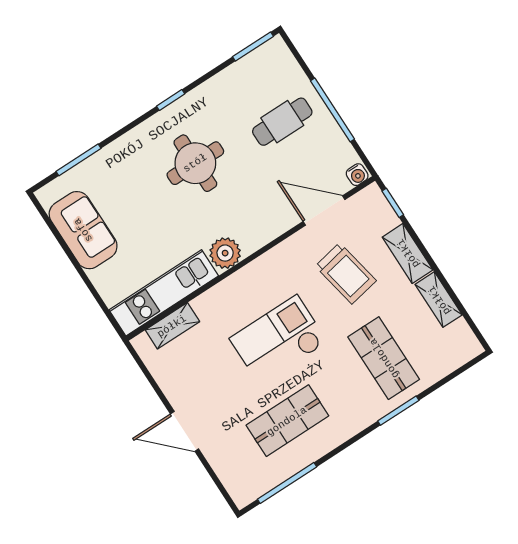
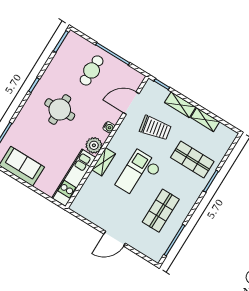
water cooler: (357, 175) -> (109, 127), moved
shelving: (172, 326) -> (104, 162), moved

